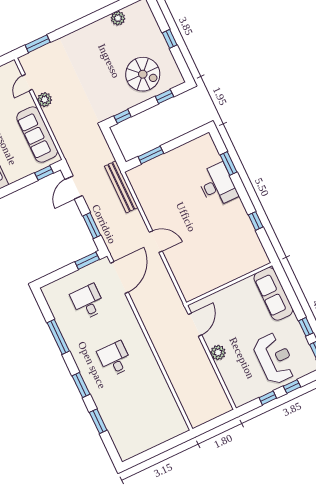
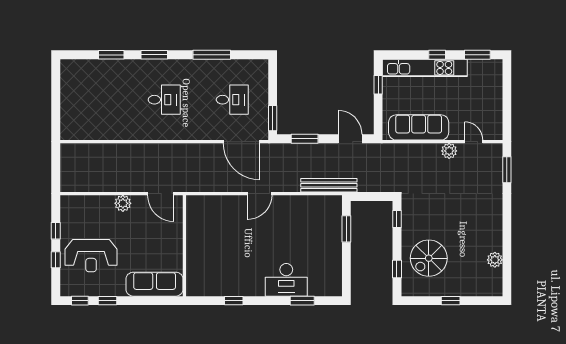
window: (44, 173) -> (378, 85), moved

